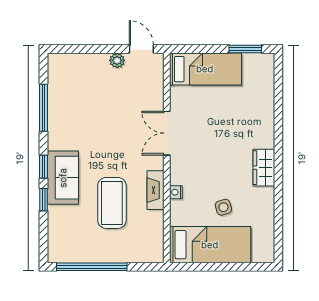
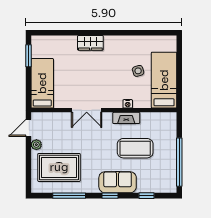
rug: (84, 93) -> (59, 167), added
wardrobe: (264, 168) -> (90, 43), moved
window: (44, 200) -> (147, 196), moved

